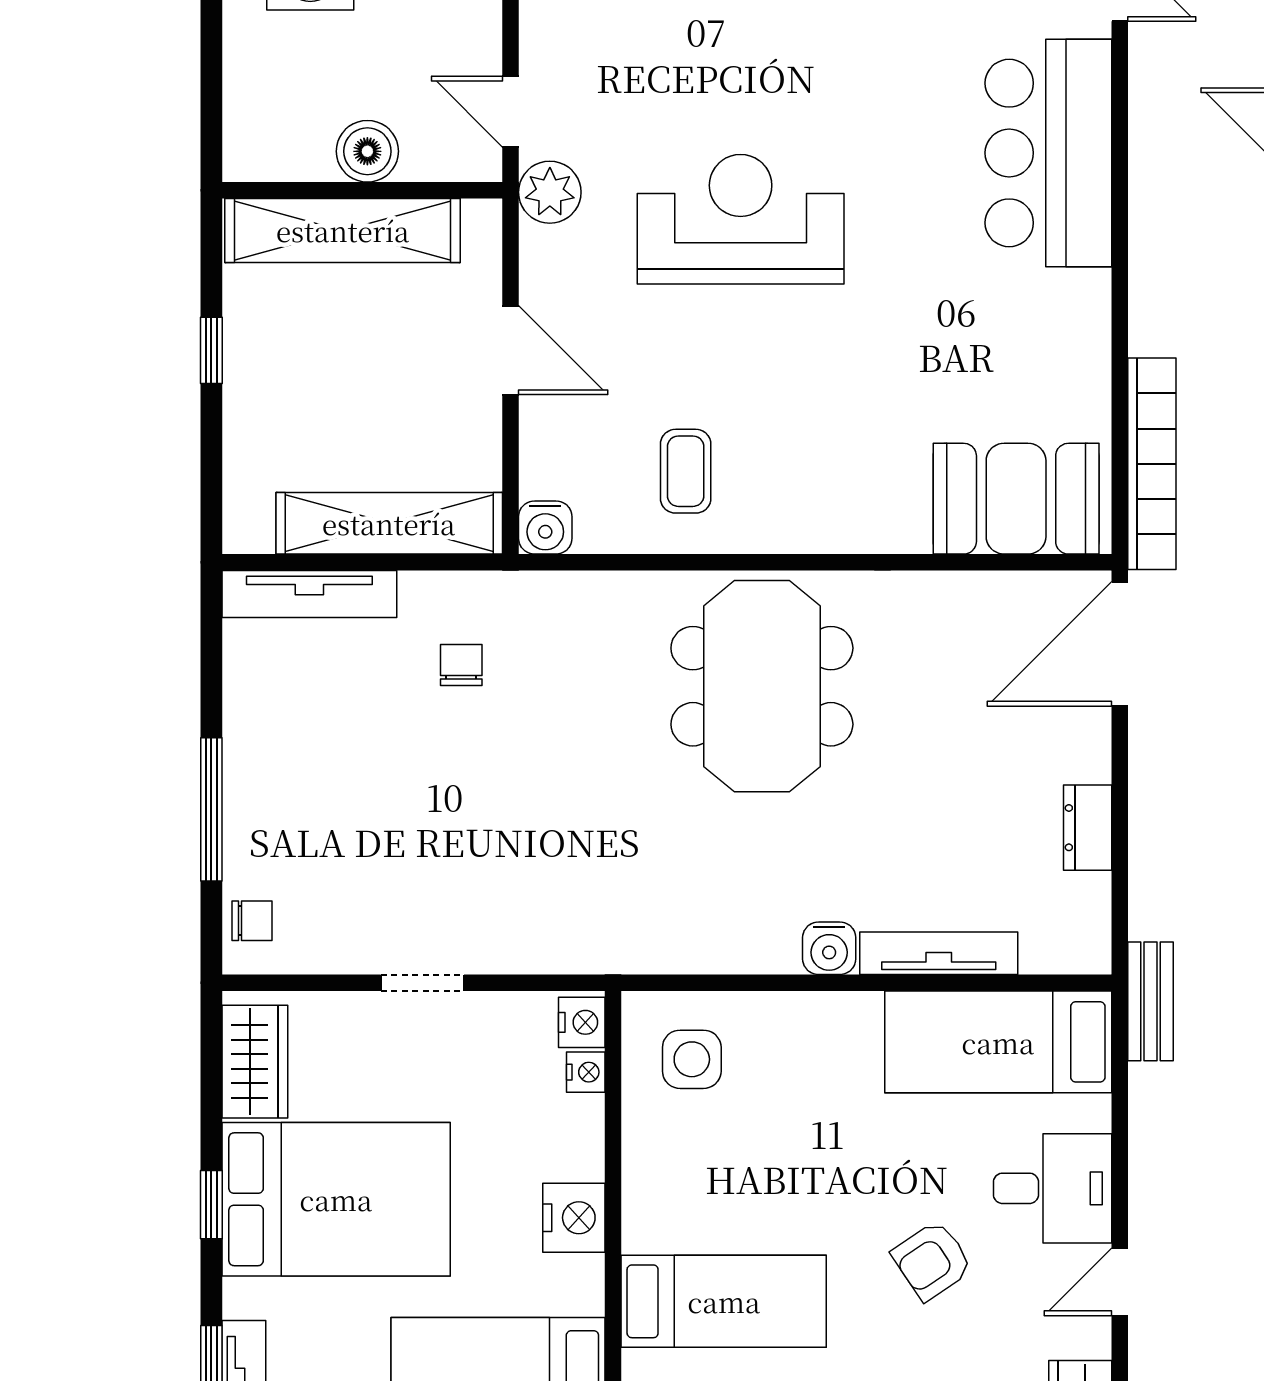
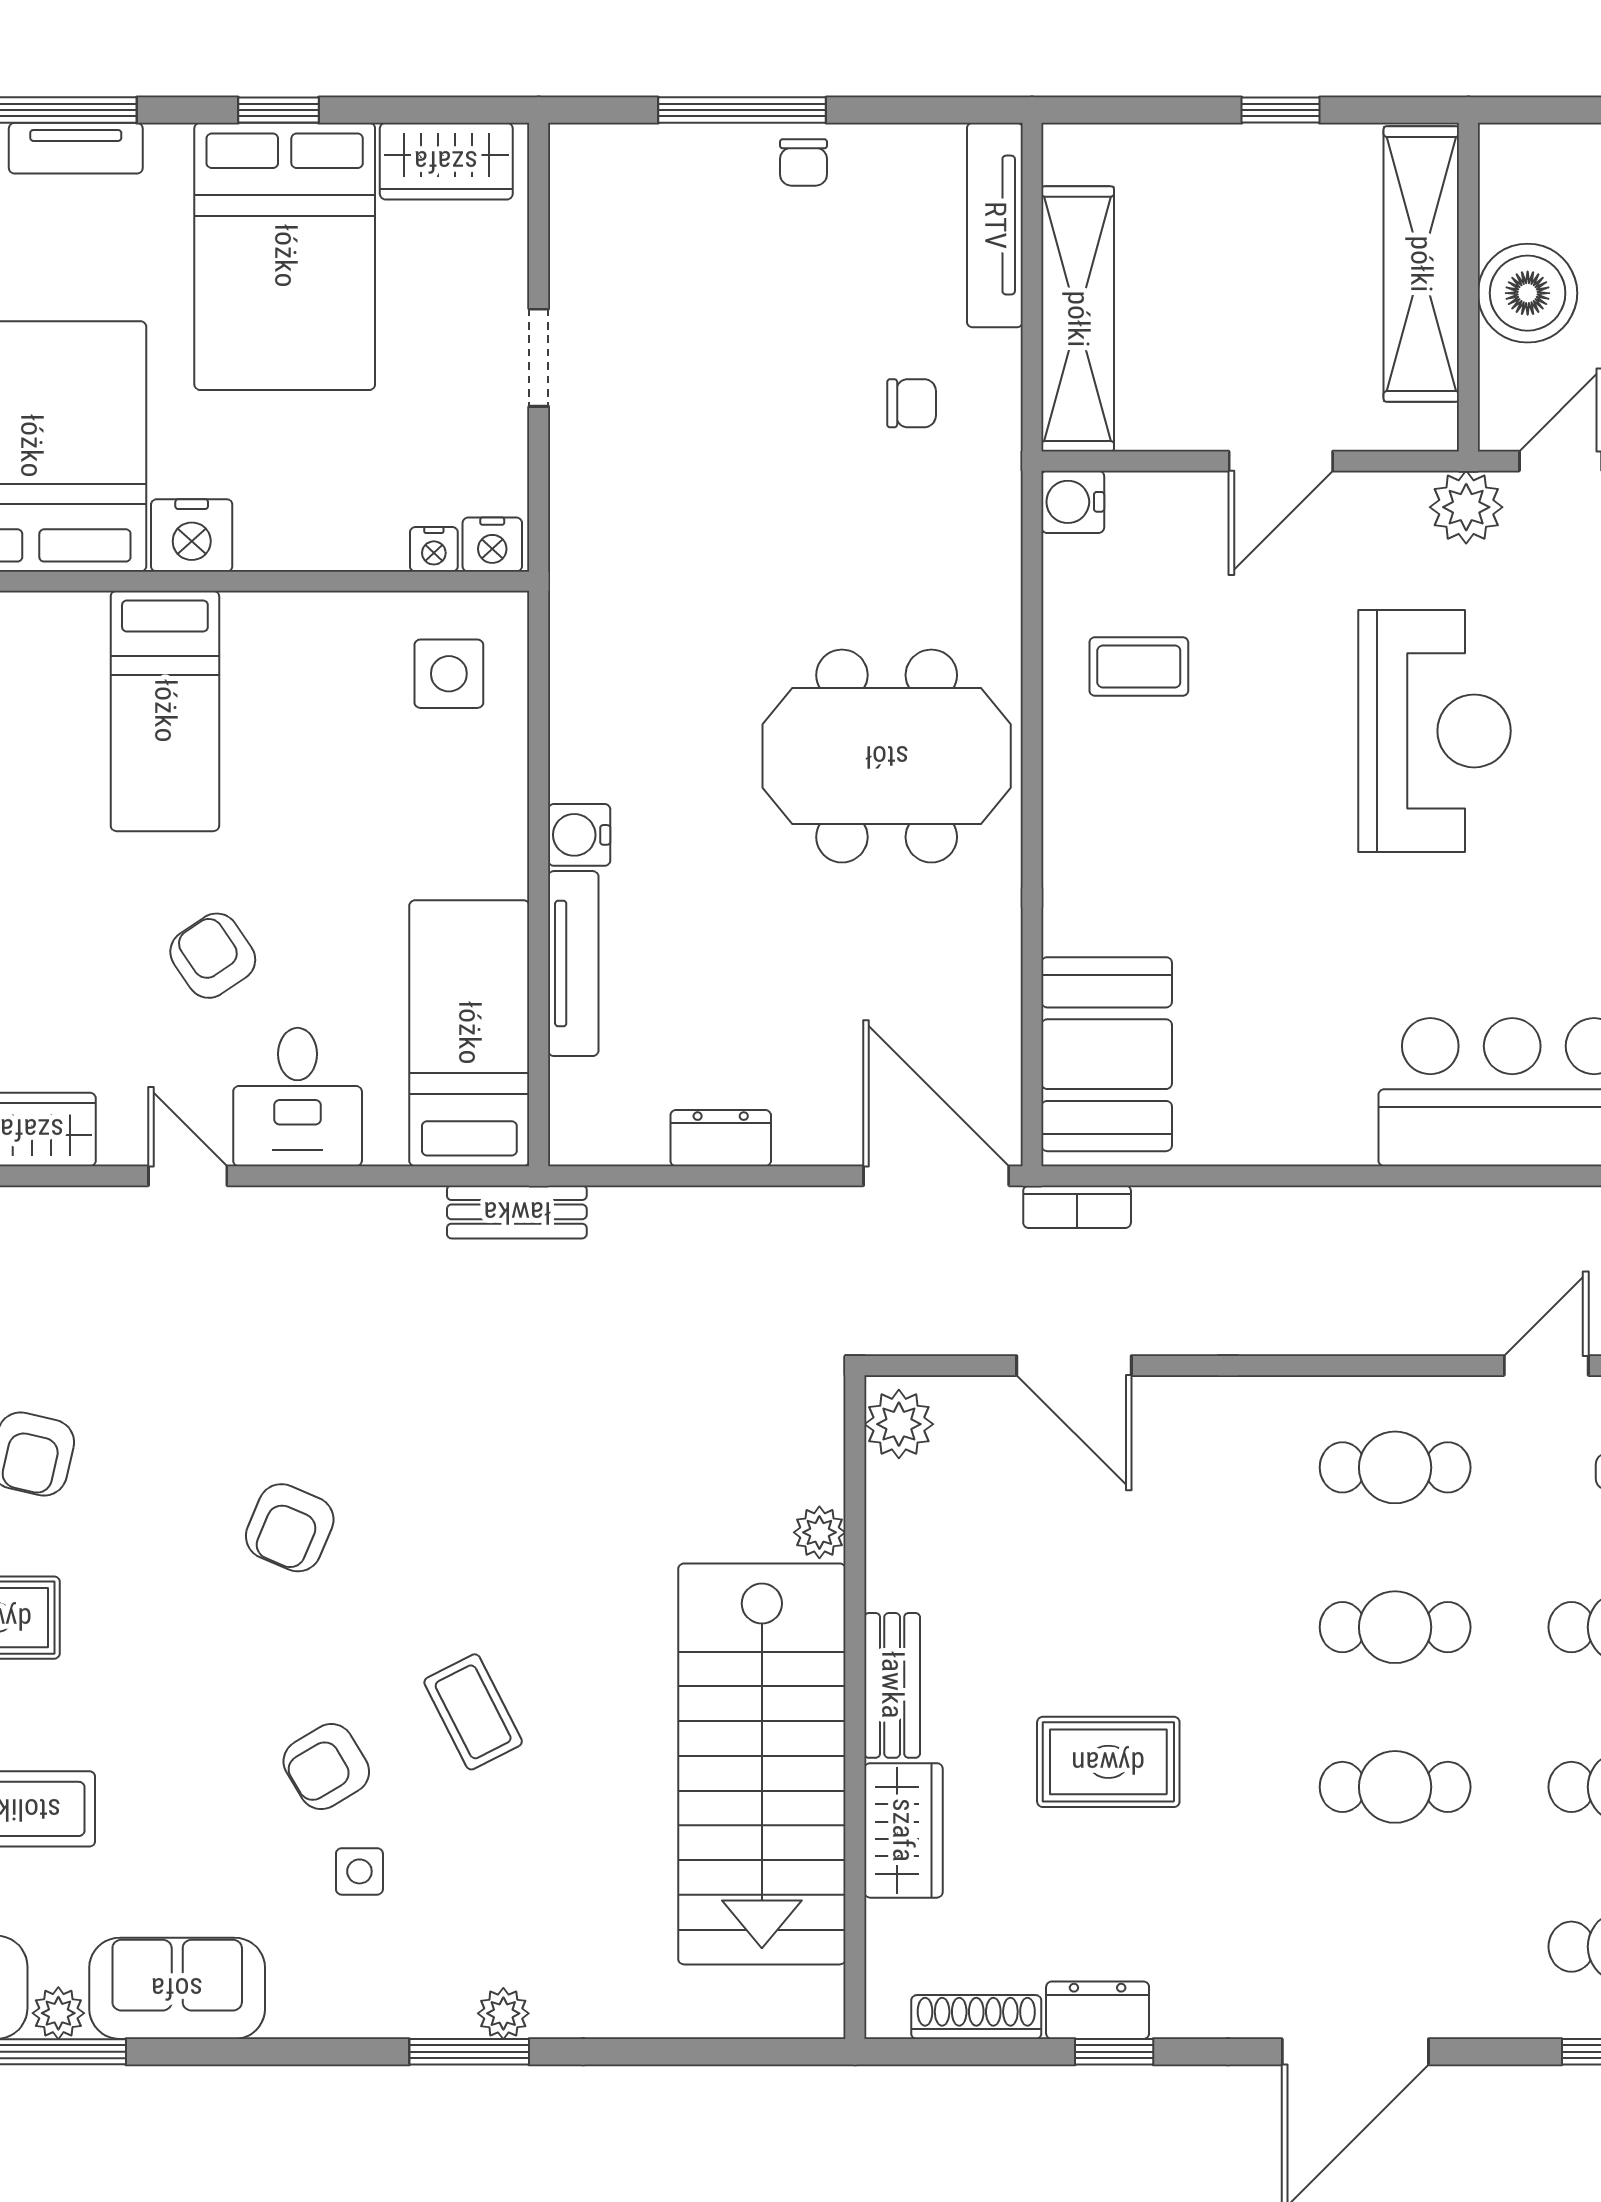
boiler: (367, 151) -> (1528, 293), width x1.37, depth x1.37
bookcase: (1152, 464) -> (1077, 1207), width x0.43, depth x0.76
chair: (252, 921) -> (804, 162), moved
nightstand: (574, 1218) -> (192, 535), moved

